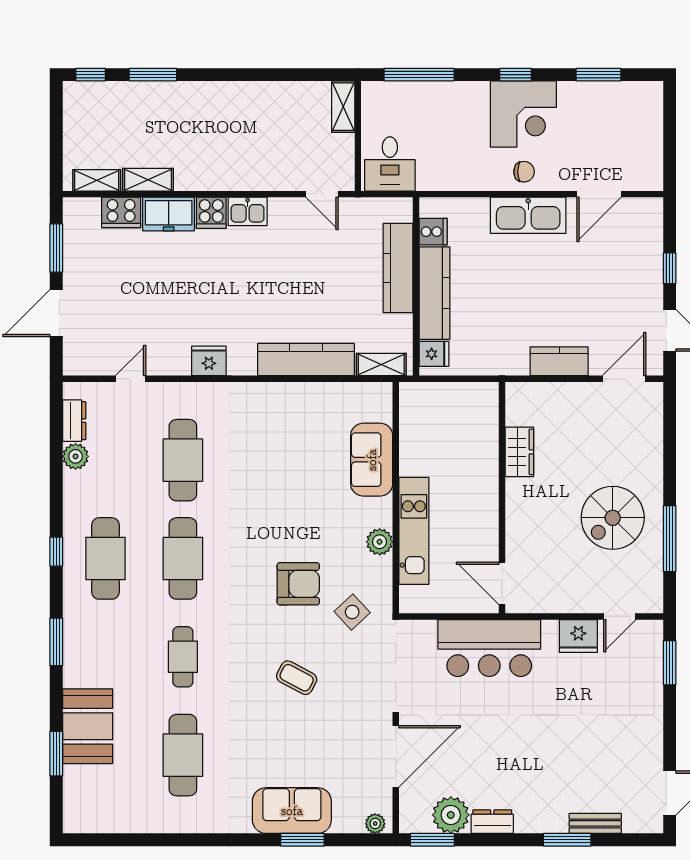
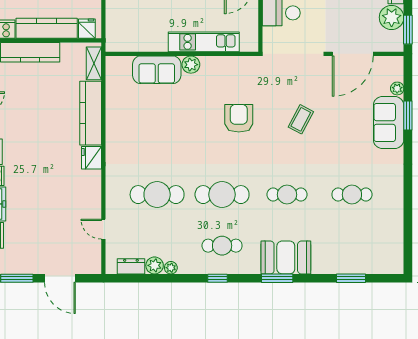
fridge: (209, 361) -> (91, 158), moved
plant: (72, 481) -> (171, 268), added
plant: (380, 542) -> (191, 65), moved
cafe table: (105, 558) -> (222, 246), width x0.73, depth x0.74
side table: (352, 612) -> (257, 83), removed
booth: (88, 726) -> (286, 257), moved
cafe table: (183, 755) -> (352, 195), width x0.73, depth x0.74
door: (396, 756) -> (353, 54), swing flipped
plant: (375, 824) -> (397, 88), moved

